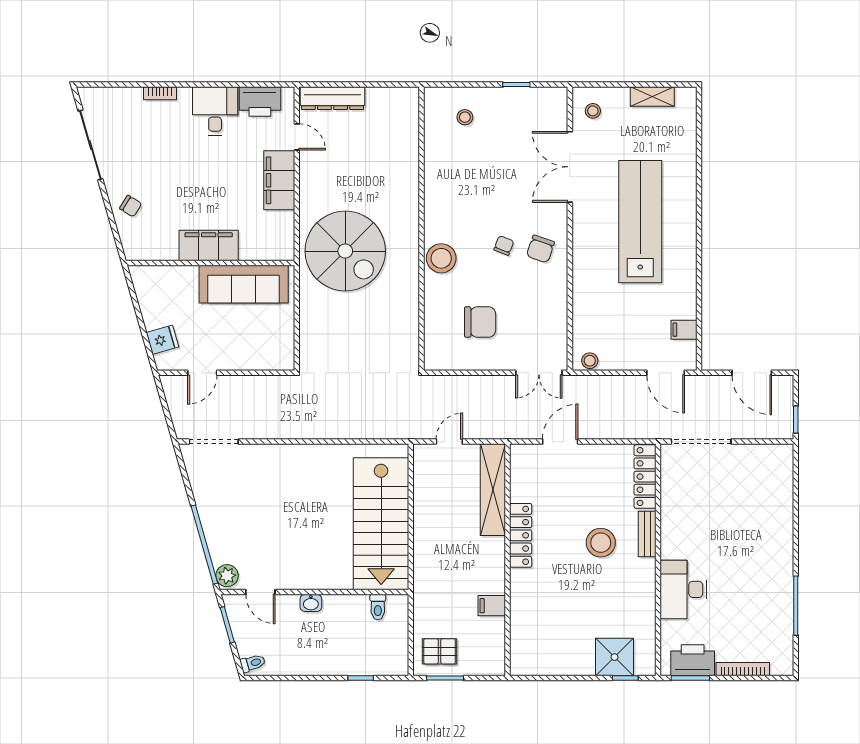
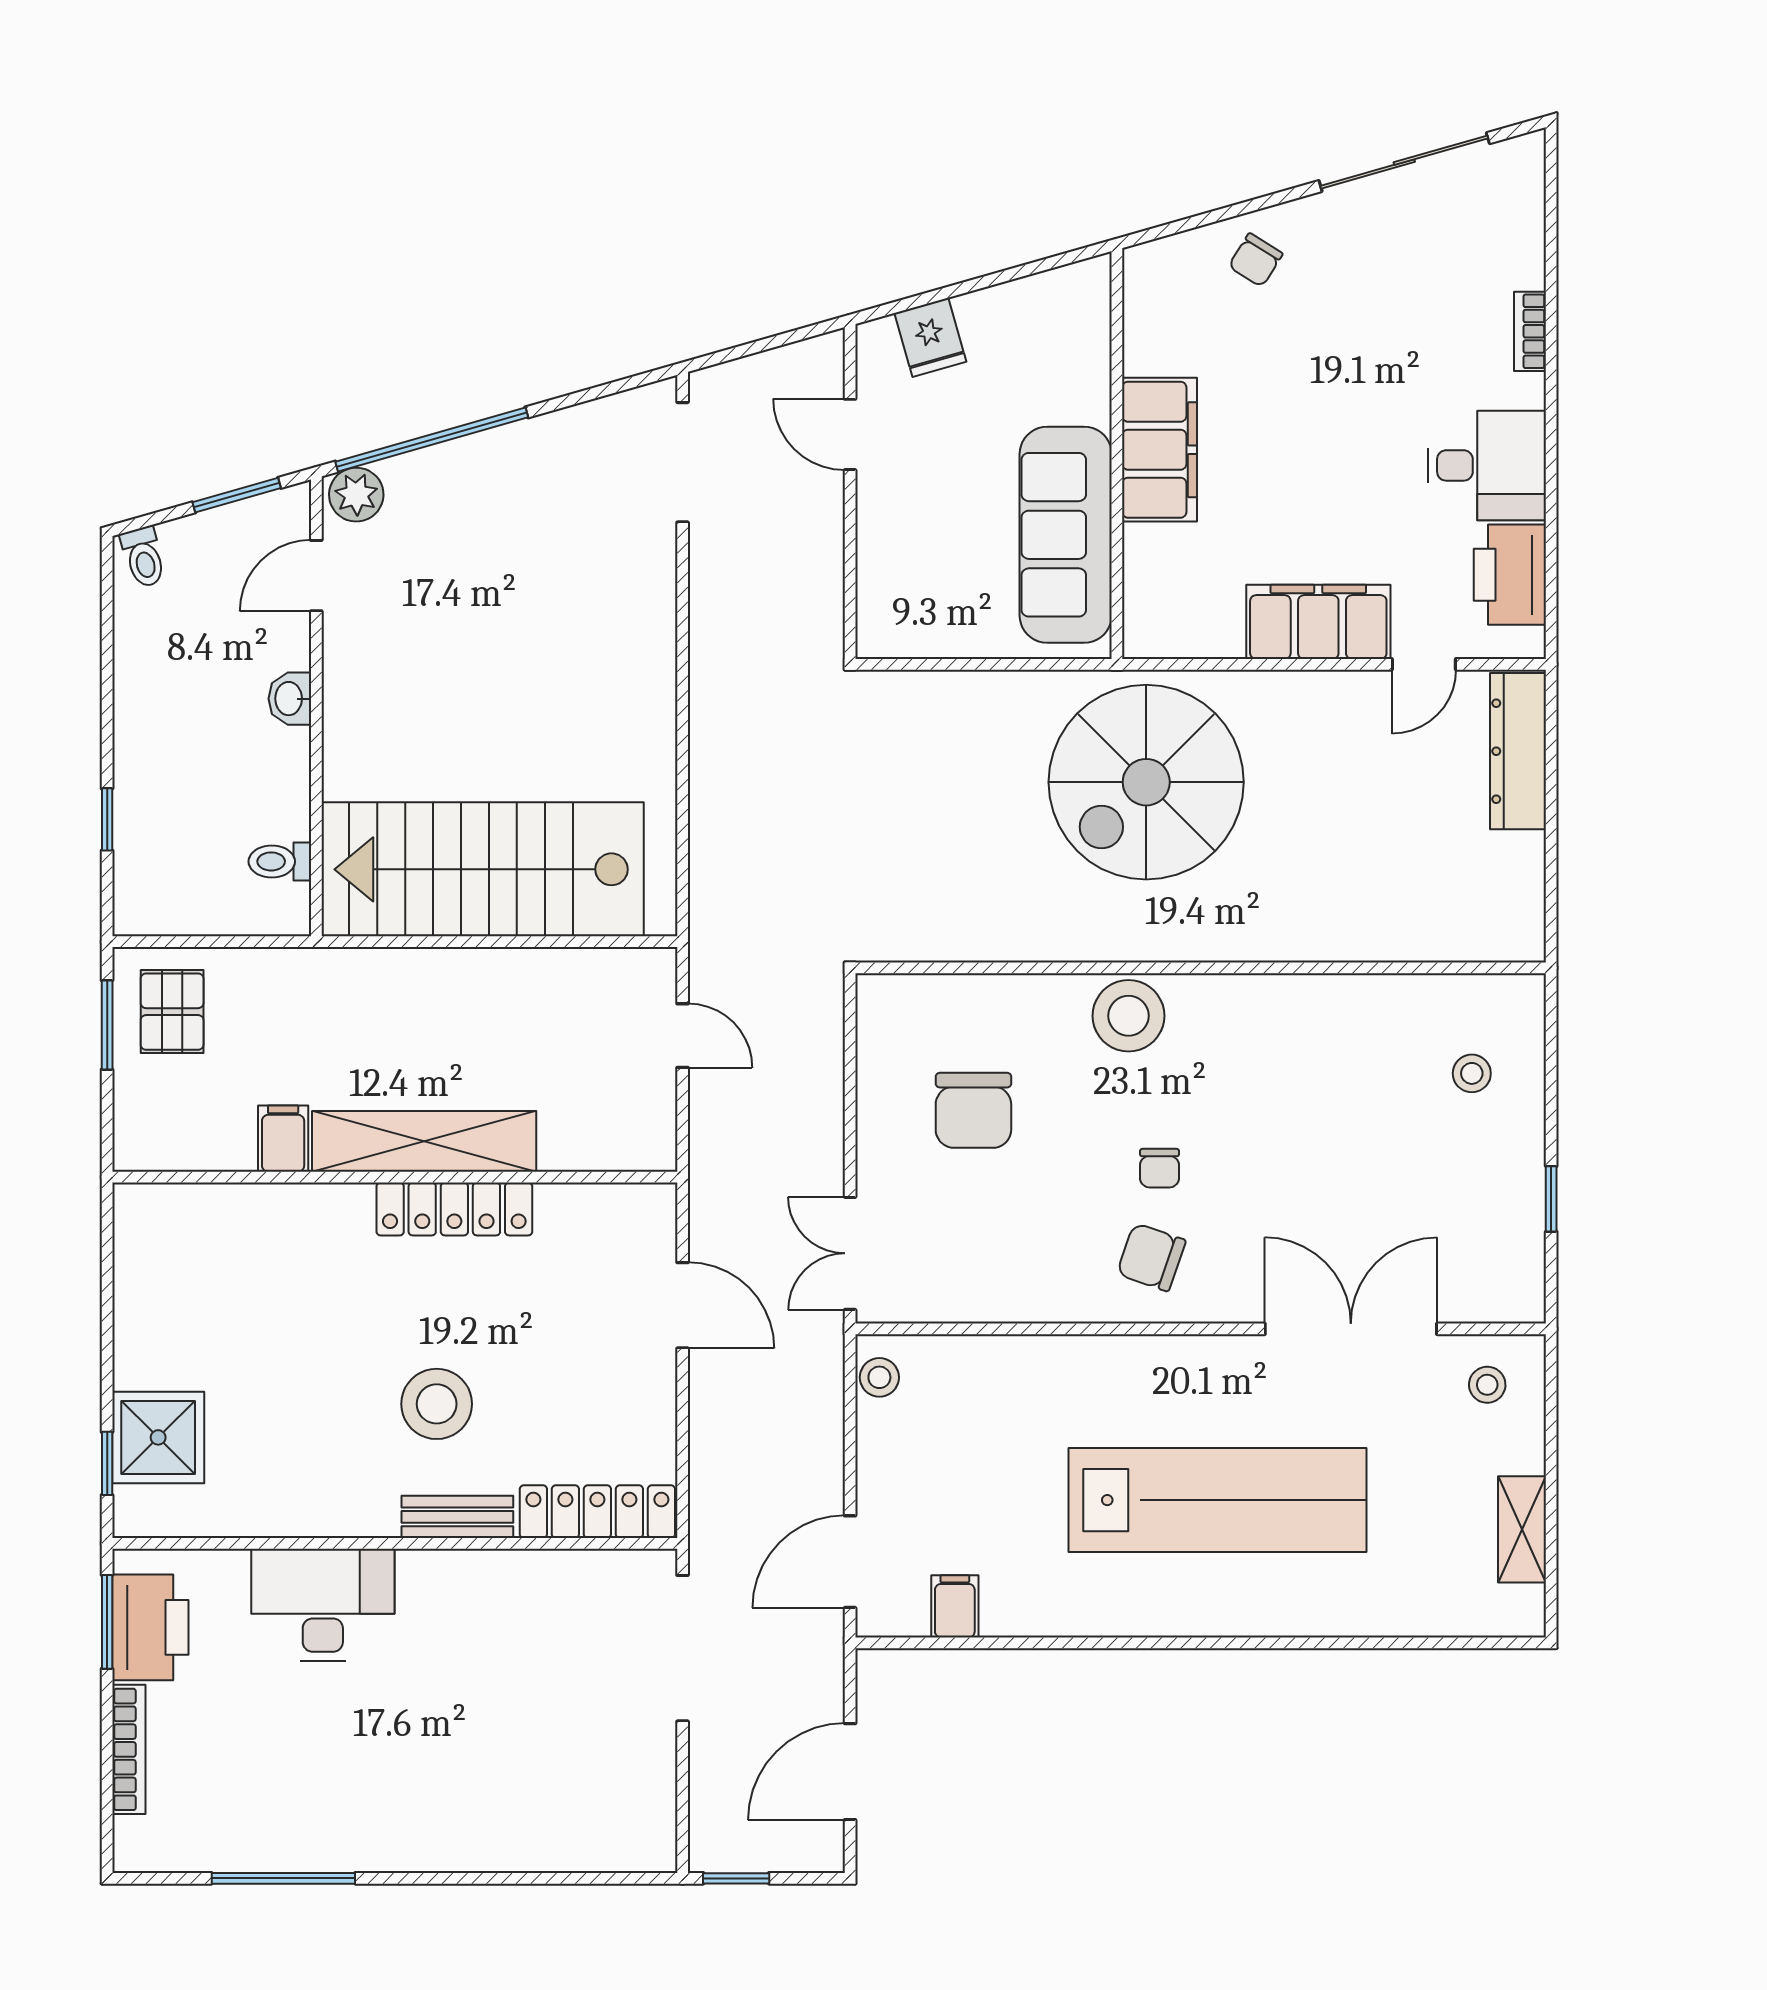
chair: (504, 246) -> (1160, 1168), turned 69
shelving: (493, 490) -> (424, 1141), moved

